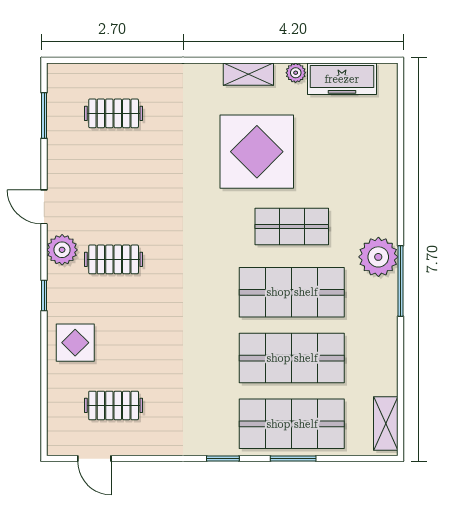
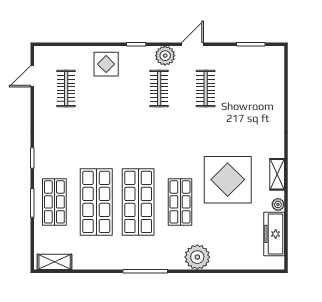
clothes rail: (114, 113) -> (206, 88), moved
plant: (378, 257) -> (197, 257), moved
shop shelf: (292, 424) -> (54, 202), width x0.70, depth x0.74

